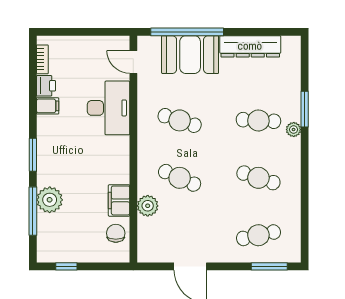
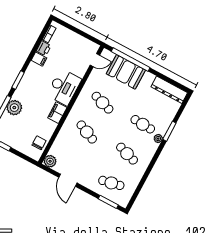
dresser: (250, 46) -> (169, 90), moved
door: (133, 62) -> (95, 60), swing flipped
desk: (108, 108) -> (64, 87), moved
filing cabinet: (119, 200) -> (57, 113), moved
plant: (148, 206) -> (50, 161), moved

